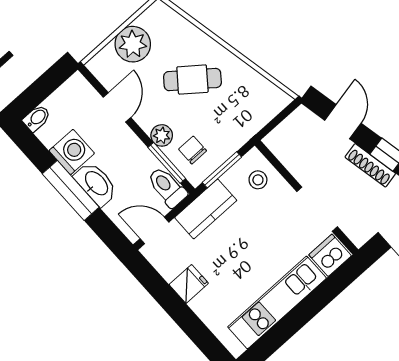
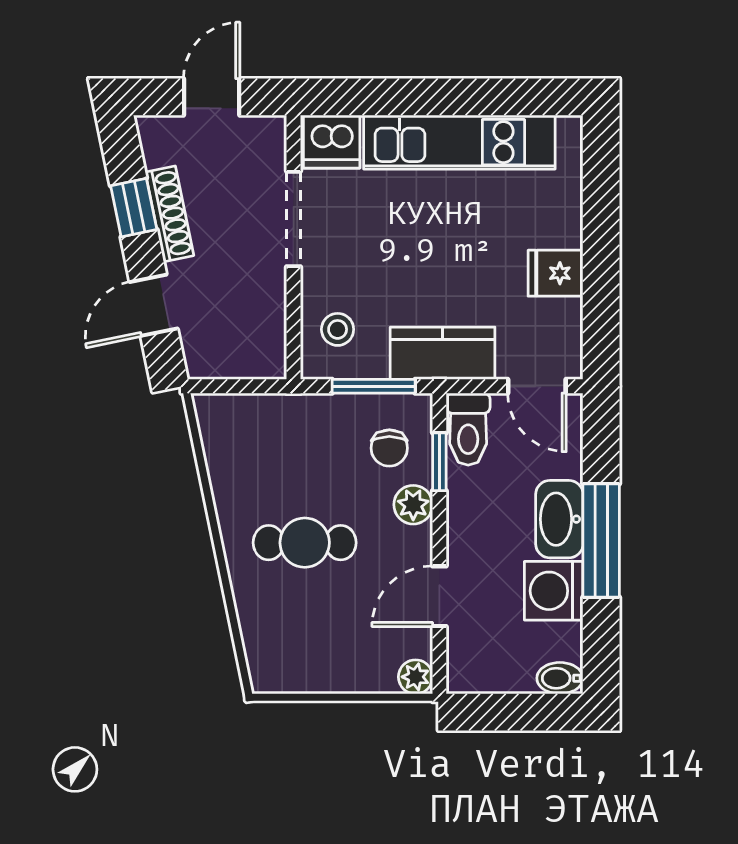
plant: (133, 44) -> (416, 677), moved, width x0.53, depth x0.53
cafe table: (192, 80) -> (305, 543), turned -38
window: (167, 163) -> (439, 462), width x0.67

